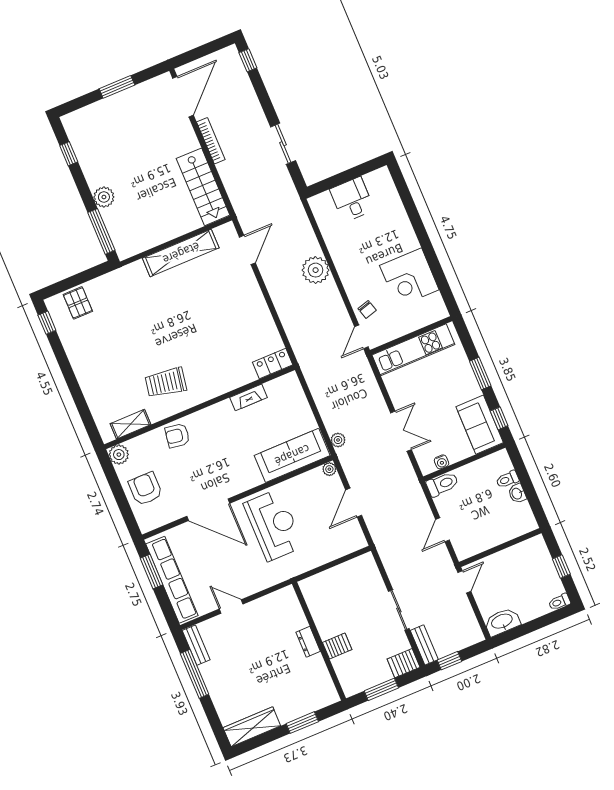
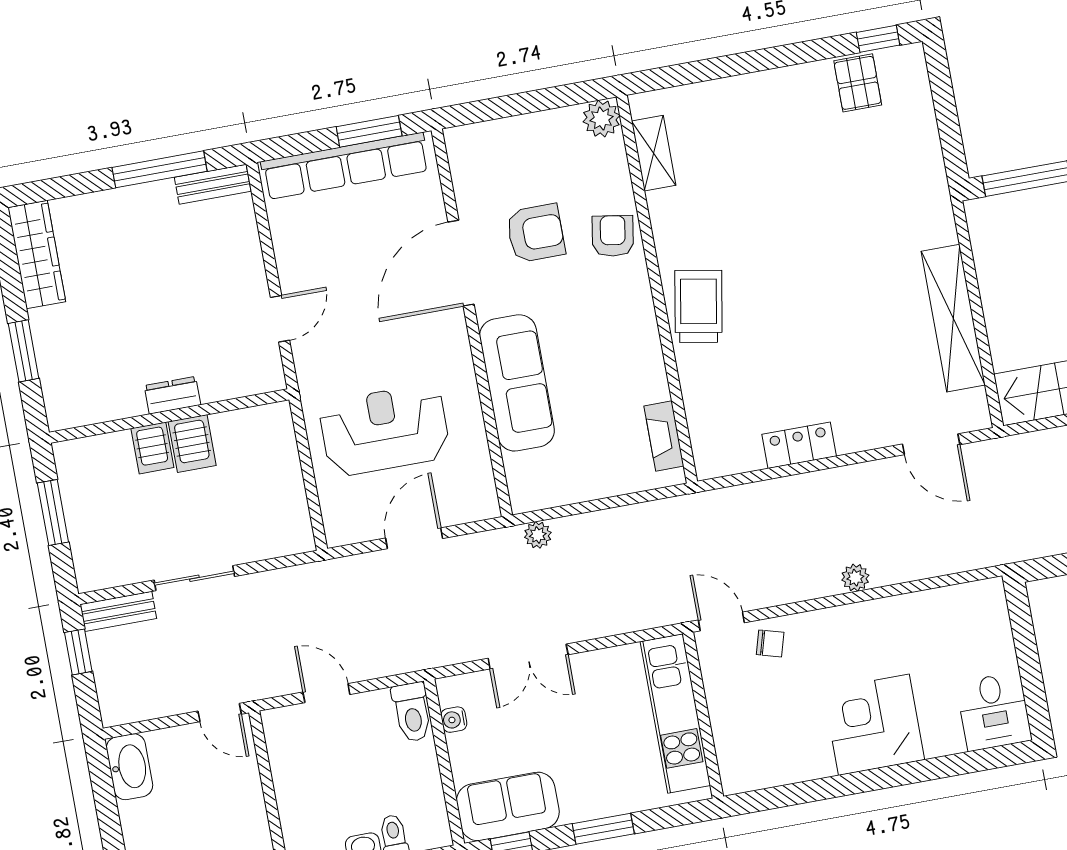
desk: (352, 200) -> (994, 711), moved, turned 90
plant: (316, 270) -> (855, 578), width x0.53, depth x0.53
corner desk: (409, 278) -> (874, 725), moved
pallet: (78, 303) -> (858, 83), moved, turned 90
chair: (367, 309) -> (770, 643), turned -148
locker: (273, 363) -> (799, 445), moved, turned -90
trolley: (166, 383) -> (698, 306), moved
fireplace: (249, 397) -> (664, 436), moved
sofa: (292, 455) -> (517, 383), moved
plant: (329, 469) -> (487, 507), removed
armchair: (145, 489) -> (536, 233), moved
door: (354, 503) -> (414, 538), hinge flipped
reception desk: (274, 525) -> (385, 430), moved, turned 180
door: (231, 607) -> (280, 319), moved
server rack: (404, 663) -> (192, 443), moved, turned 180

